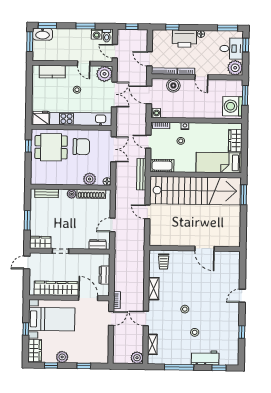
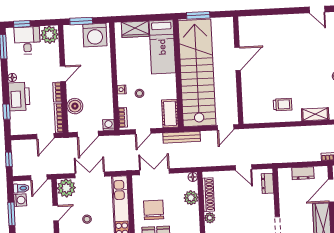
wall: (195, 249) -> (238, 70), moved
door: (204, 249) -> (238, 59), moved

